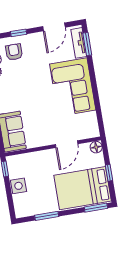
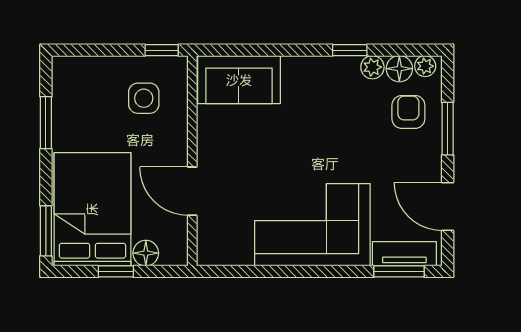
window: (19, 33) -> (448, 129), width x1.50
armchair: (14, 52) -> (408, 112), turned -90
floor lamp: (96, 147) -> (146, 253), moved
side table: (18, 186) -> (144, 98), moved

